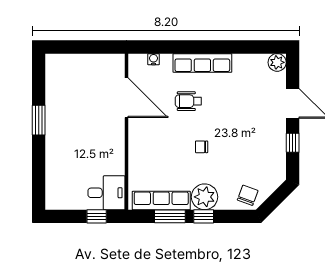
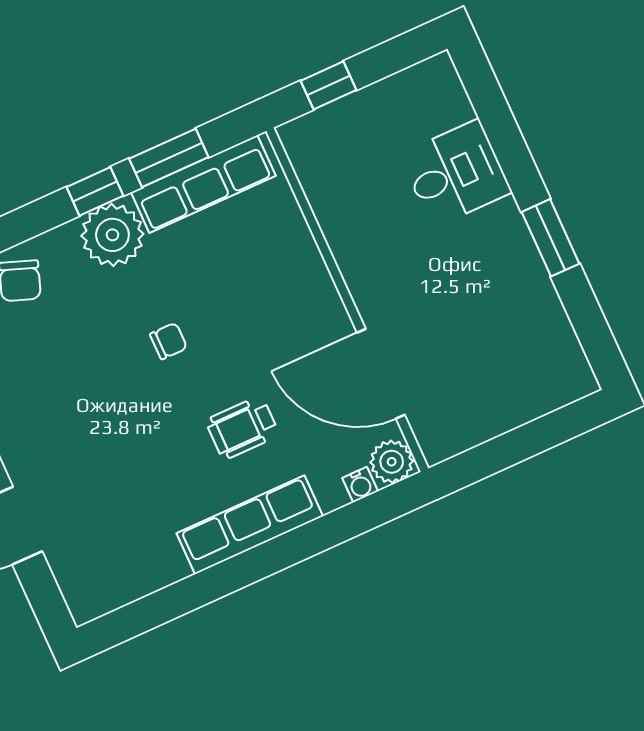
plant: (277, 62) -> (392, 462), moved
wheelchair: (188, 101) -> (242, 428), turned 180
desk: (106, 193) -> (456, 173), moved, turned 180

